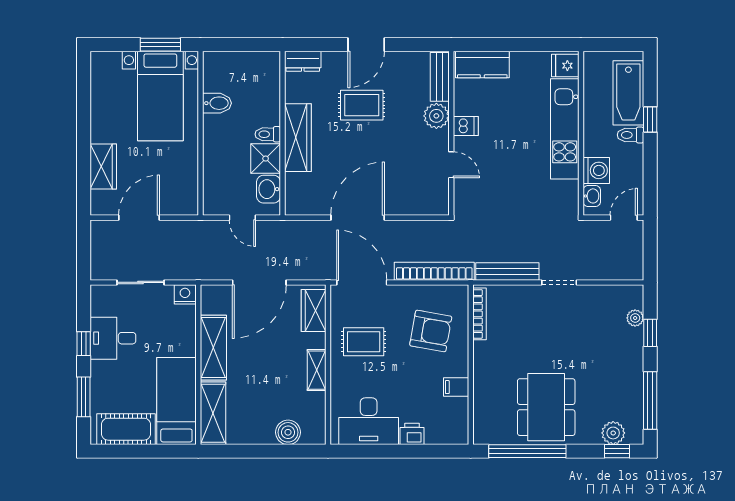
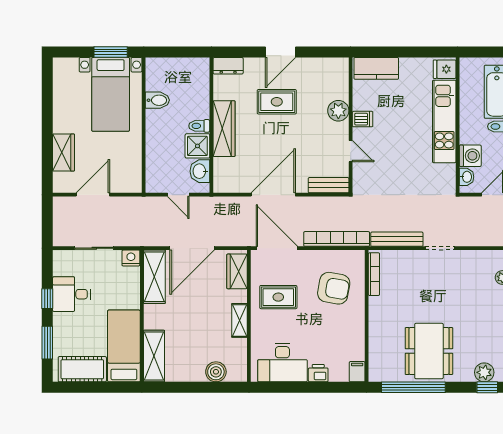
bench: (440, 77) -> (329, 185), moved, turned 90
shelving: (213, 348) -> (154, 277), moved
filing cabinet: (456, 387) -> (357, 372), moved, turned 90

